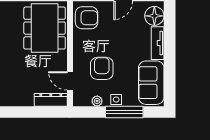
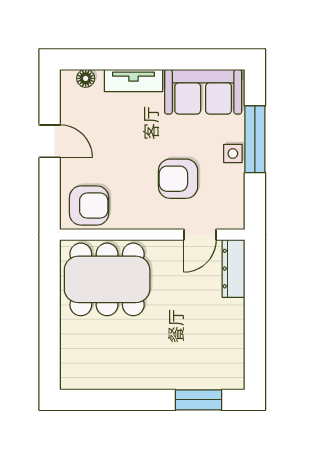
floor lamp: (154, 16) -> (86, 78), width x0.53, depth x0.53
armchair: (87, 18) -> (89, 206), turned 90
plant: (97, 101) -> (235, 187), removed

